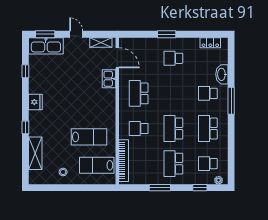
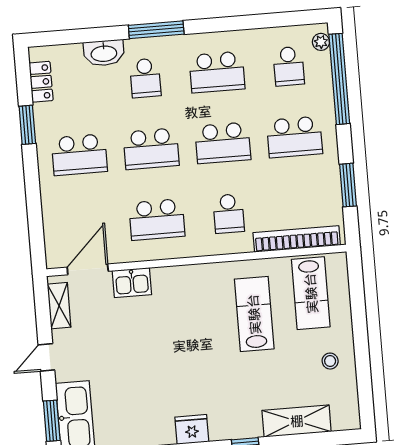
window: (167, 34) -> (27, 125), moved
school desk: (173, 58) -> (79, 155), width x1.85
school desk: (173, 93) -> (151, 149), added
window: (160, 188) -> (348, 185), moved
window: (200, 188) -> (339, 79), width x3.17

